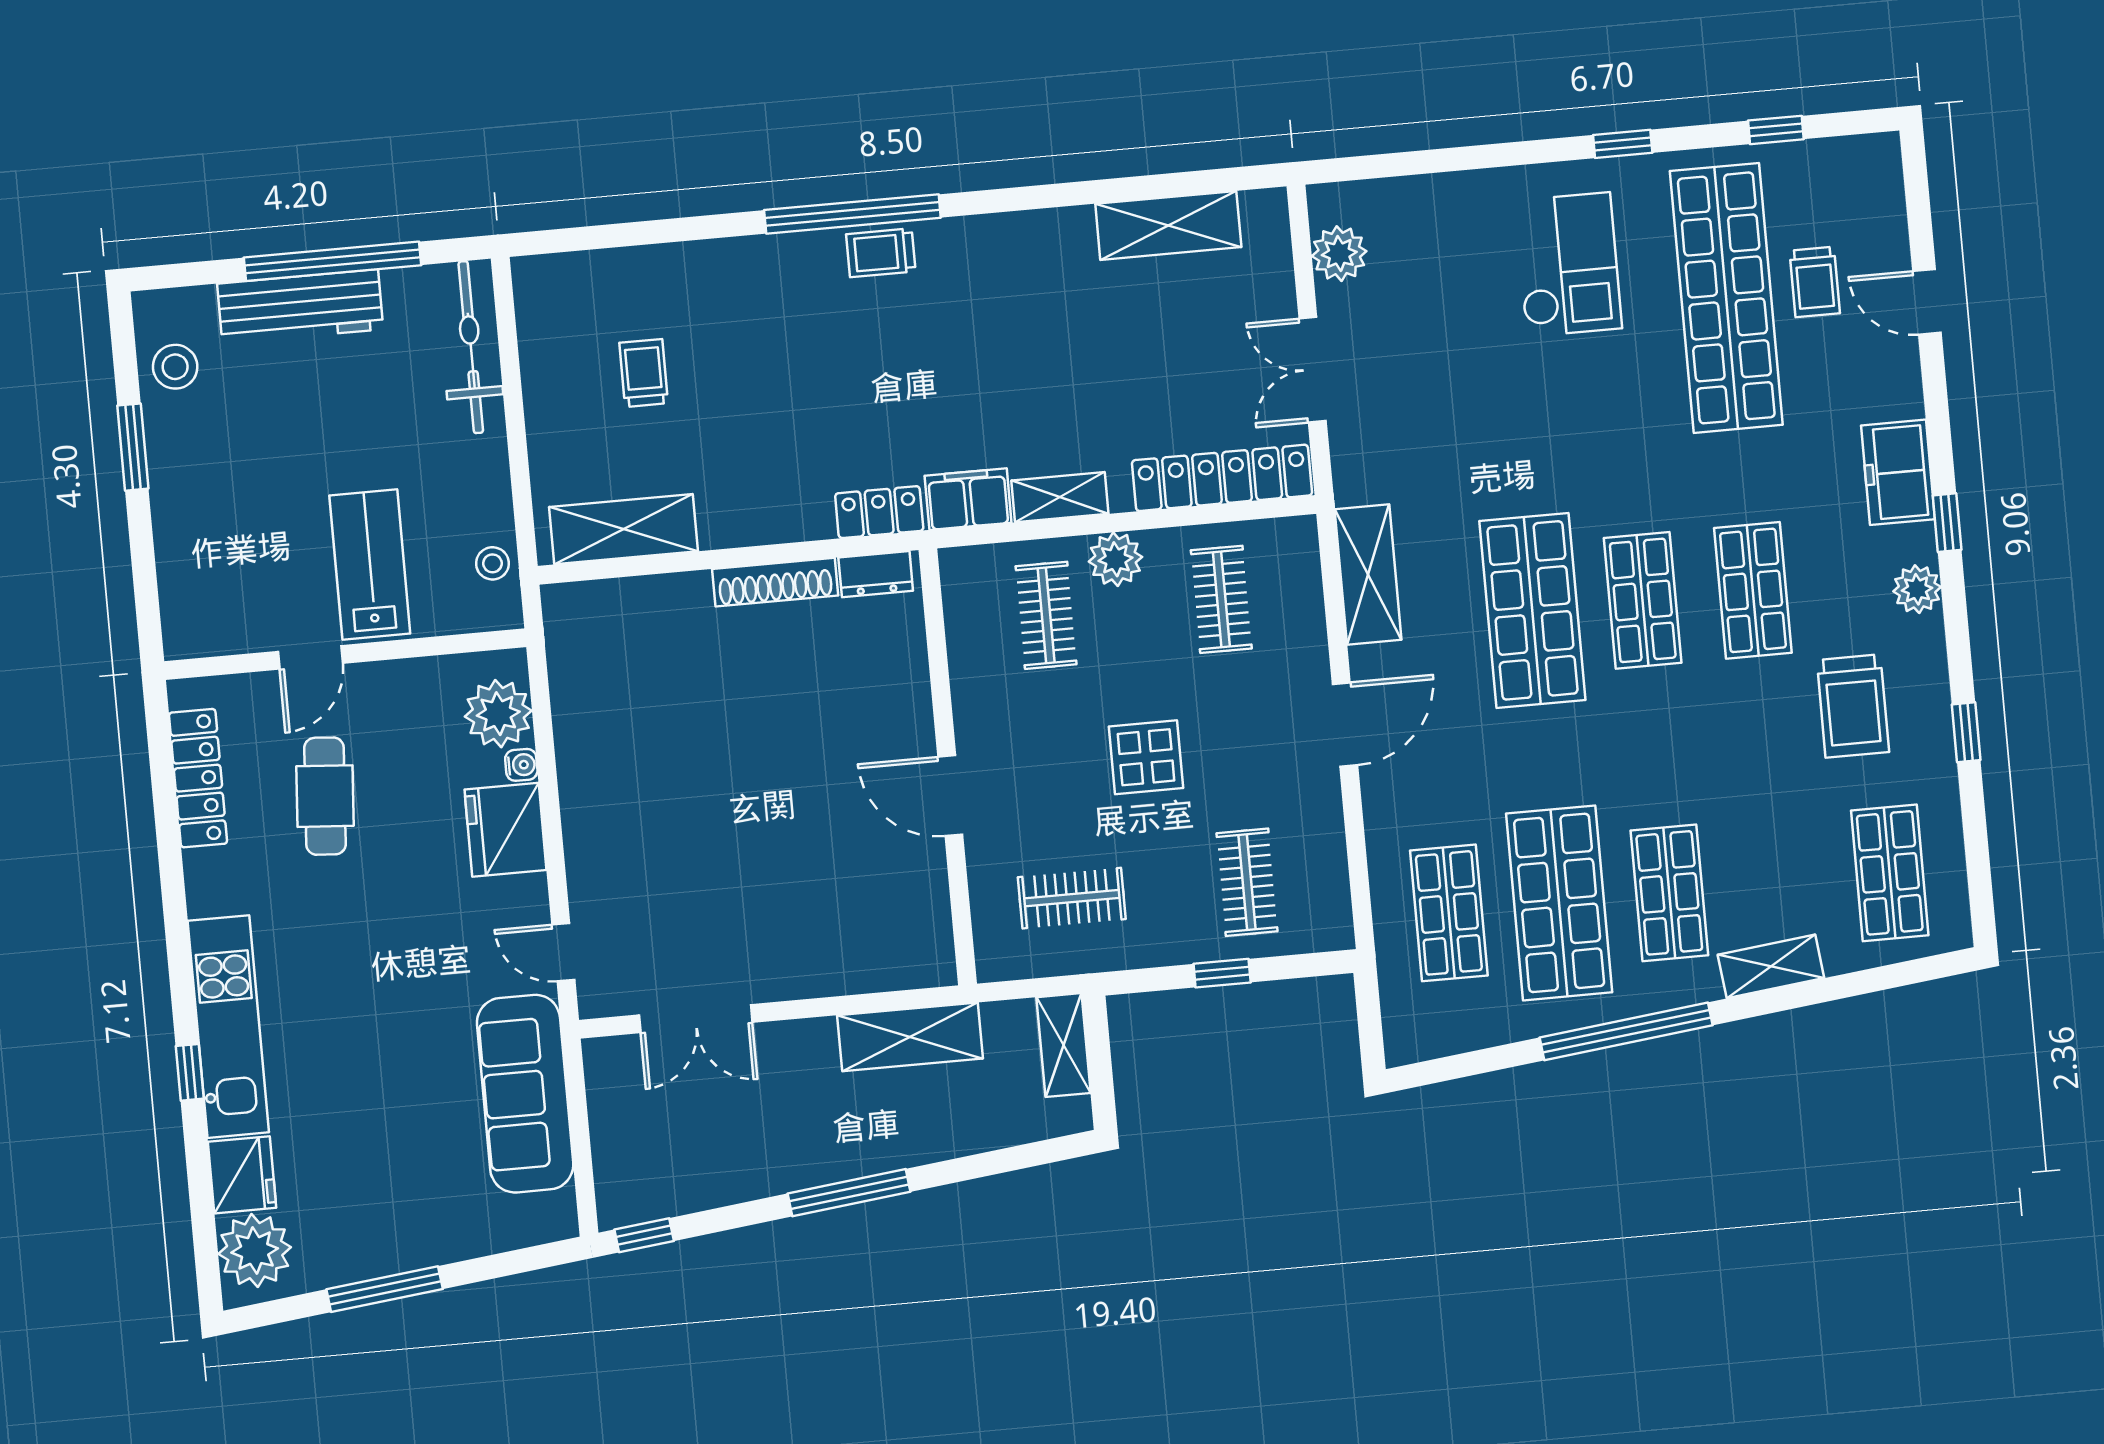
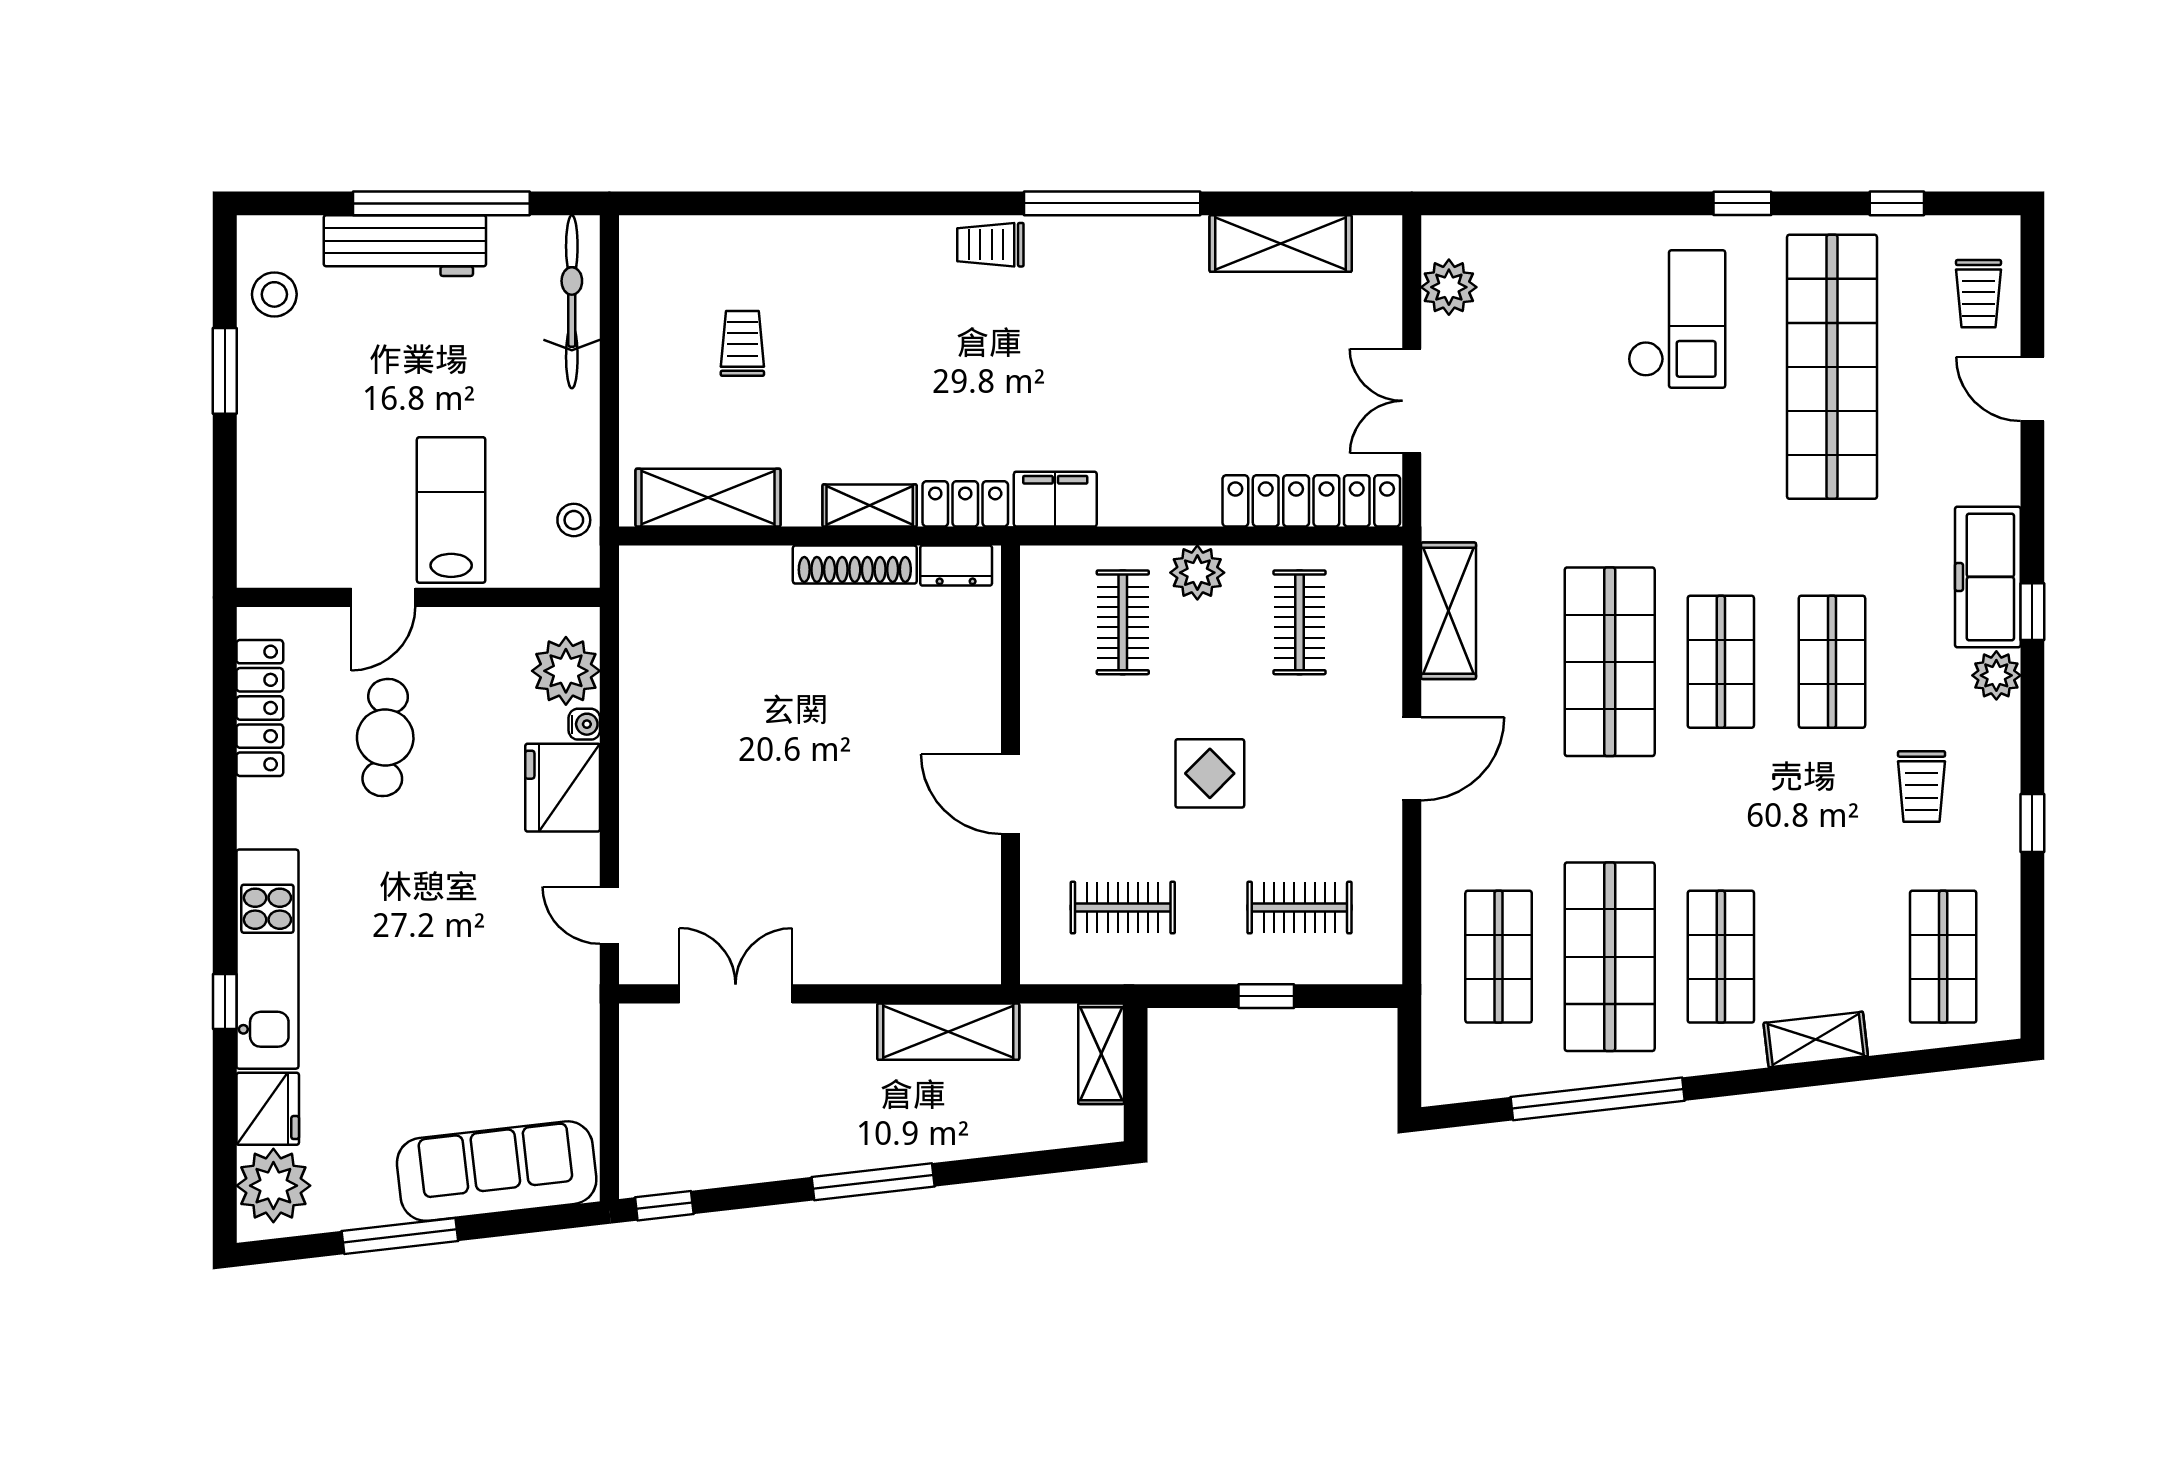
window: (852, 214) -> (1112, 203), moved
trolley: (1815, 282) -> (1978, 294), moved
freezer: (1898, 472) -> (1988, 577), width x1.40
shelving: (1060, 497) -> (870, 505), moved
trolley: (1853, 706) -> (1921, 787), width x0.73, depth x0.72
clothes rail: (1247, 882) -> (1299, 908), turned 90
double door: (696, 1019) -> (736, 994), swing flipped
window: (1626, 1031) -> (1598, 1099), moved
sofa: (525, 1094) -> (497, 1171), moved, turned 83

